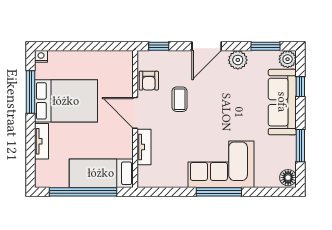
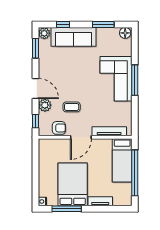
plant: (238, 60) -> (45, 105), moved
tv unit: (144, 147) -> (109, 131), width x1.41

